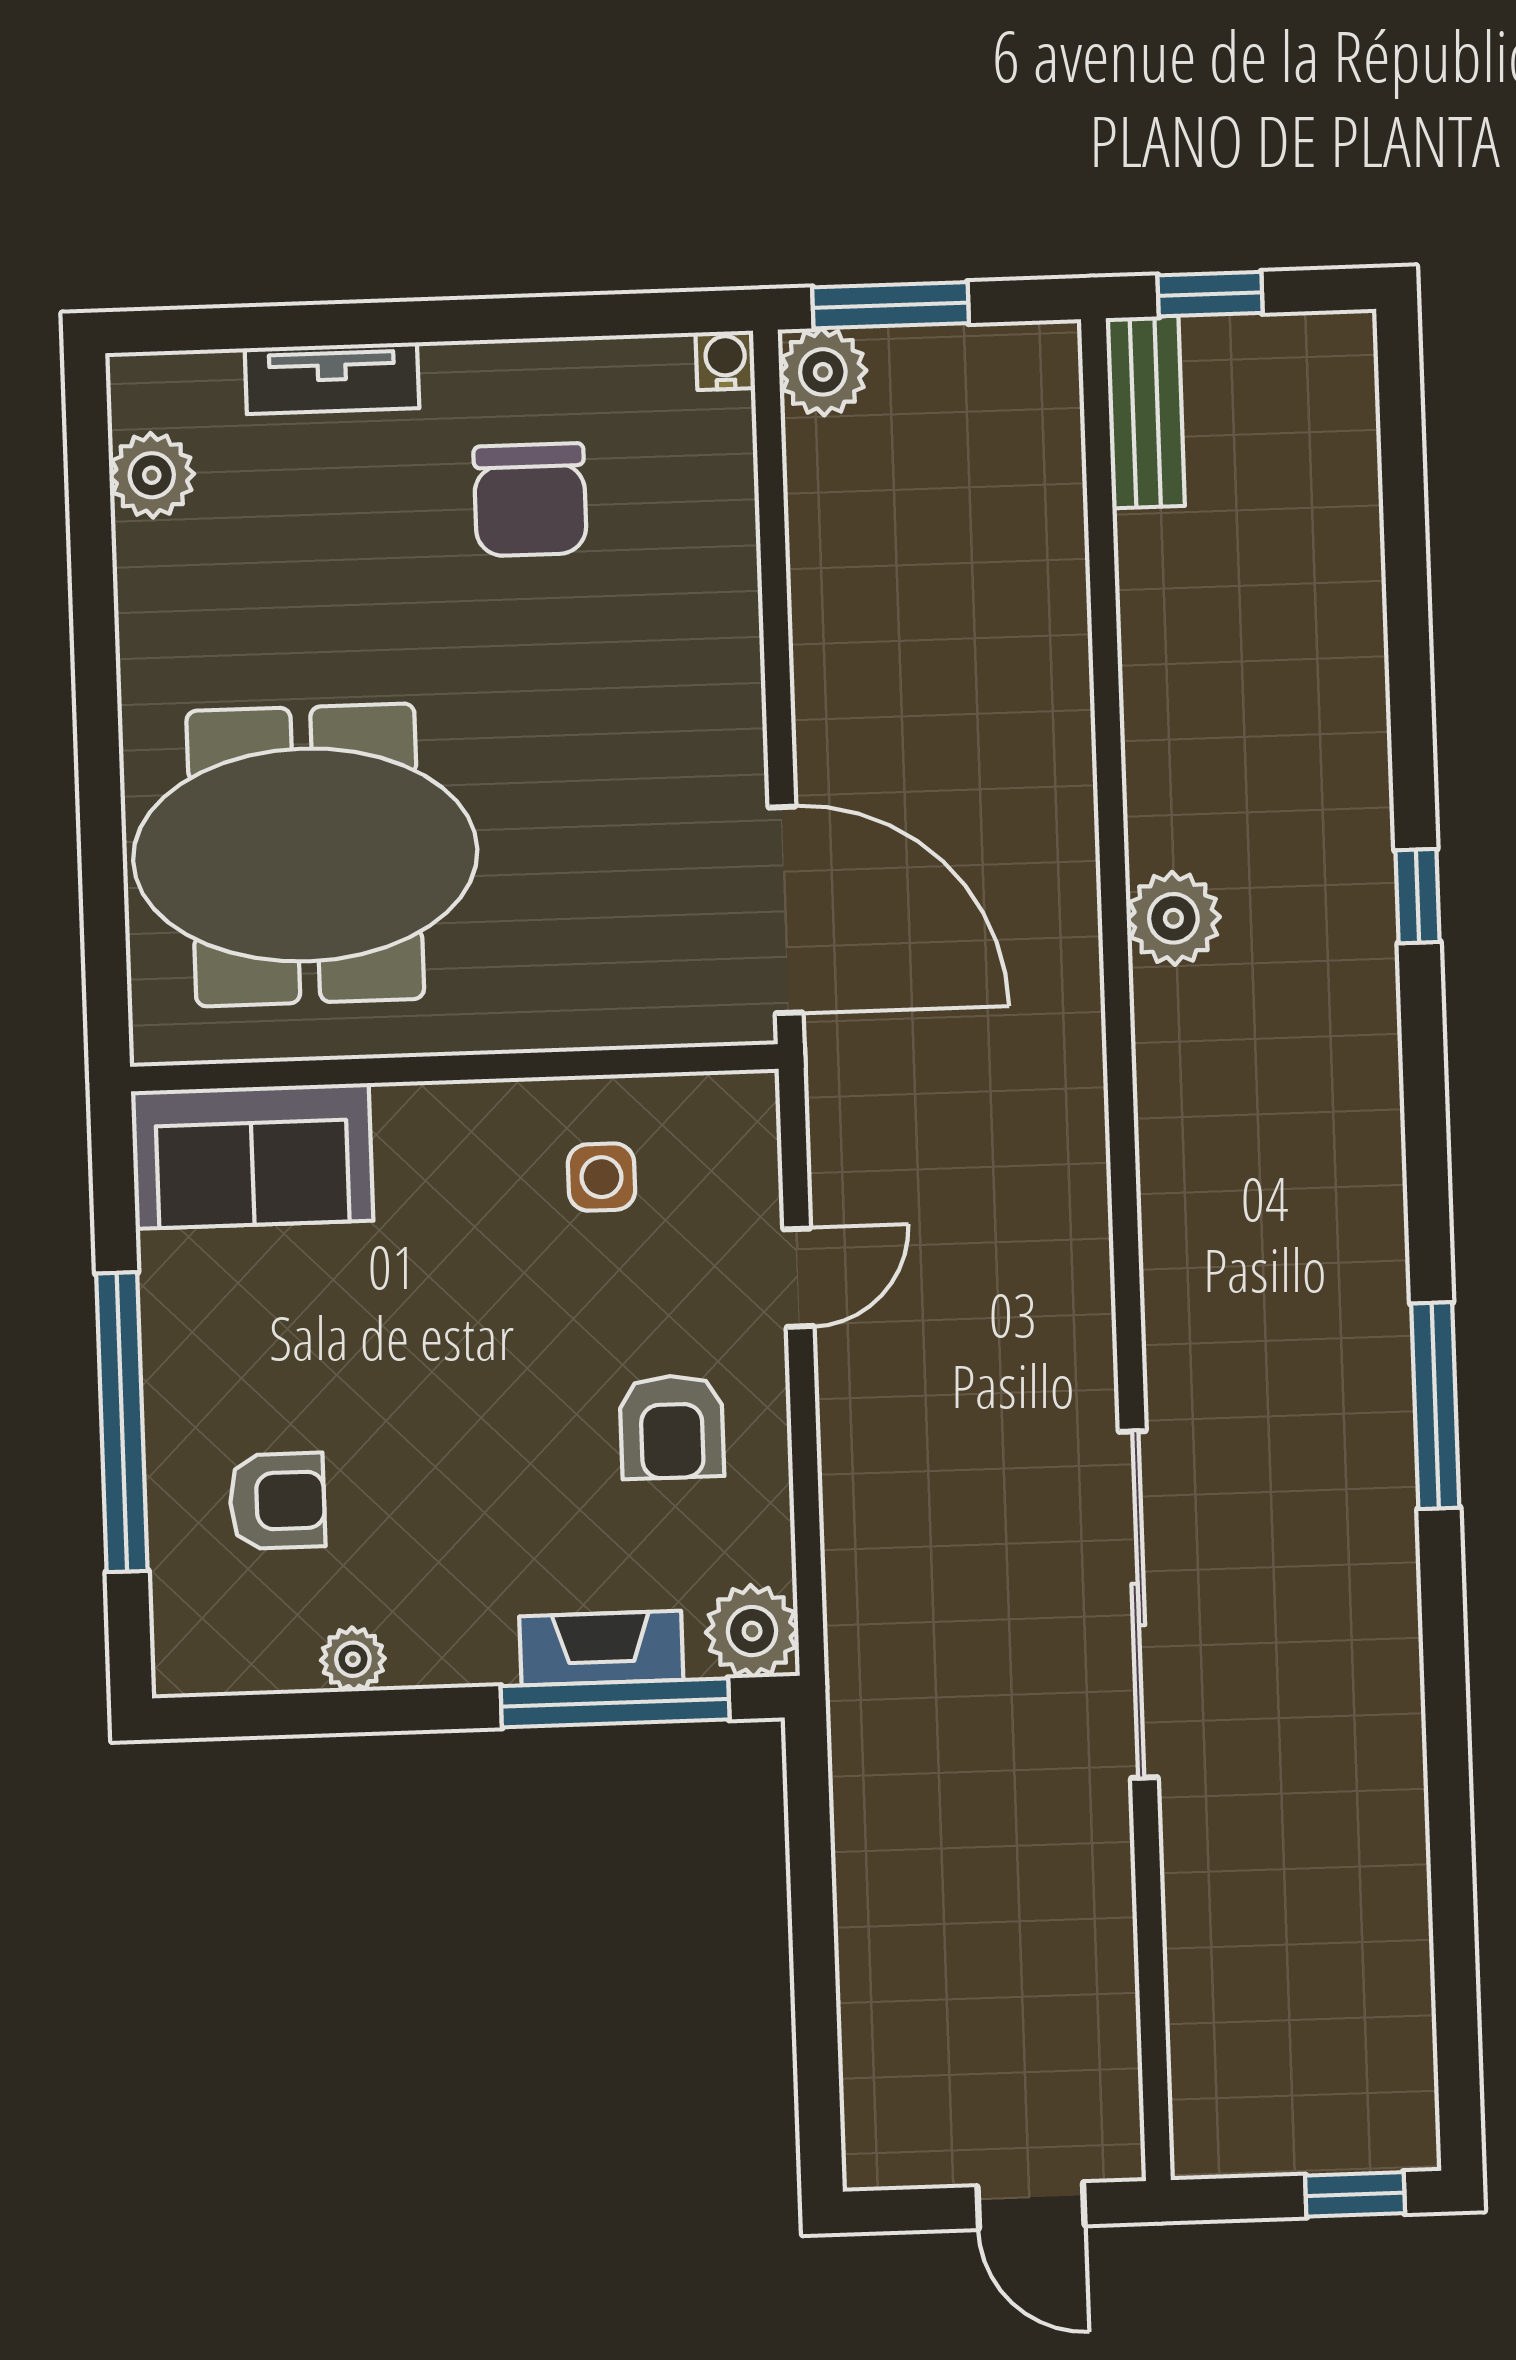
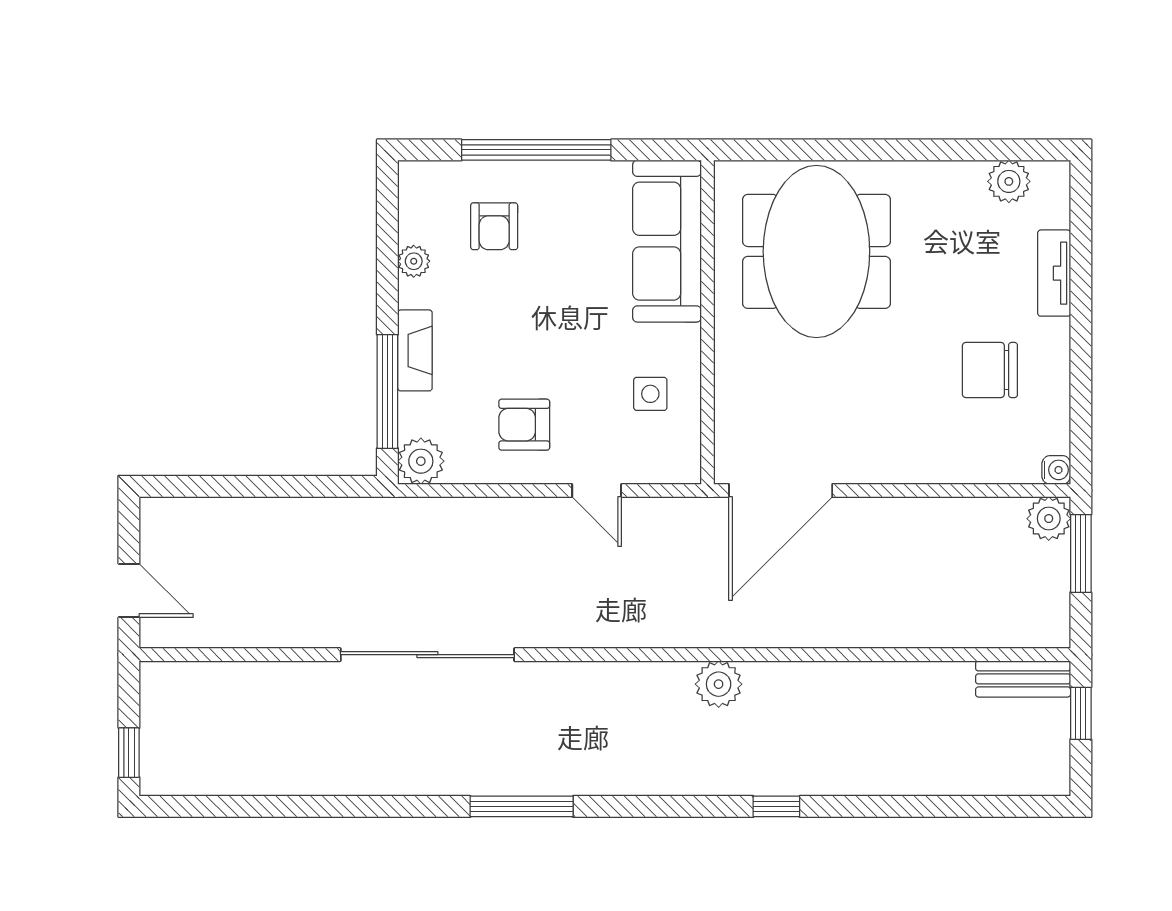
plant: (1173, 918) -> (719, 684), moved
sofa: (252, 1156) -> (667, 241), width x1.36
fireplace: (601, 1648) -> (415, 350), moved
door: (1031, 2206) -> (129, 591), swing flipped

